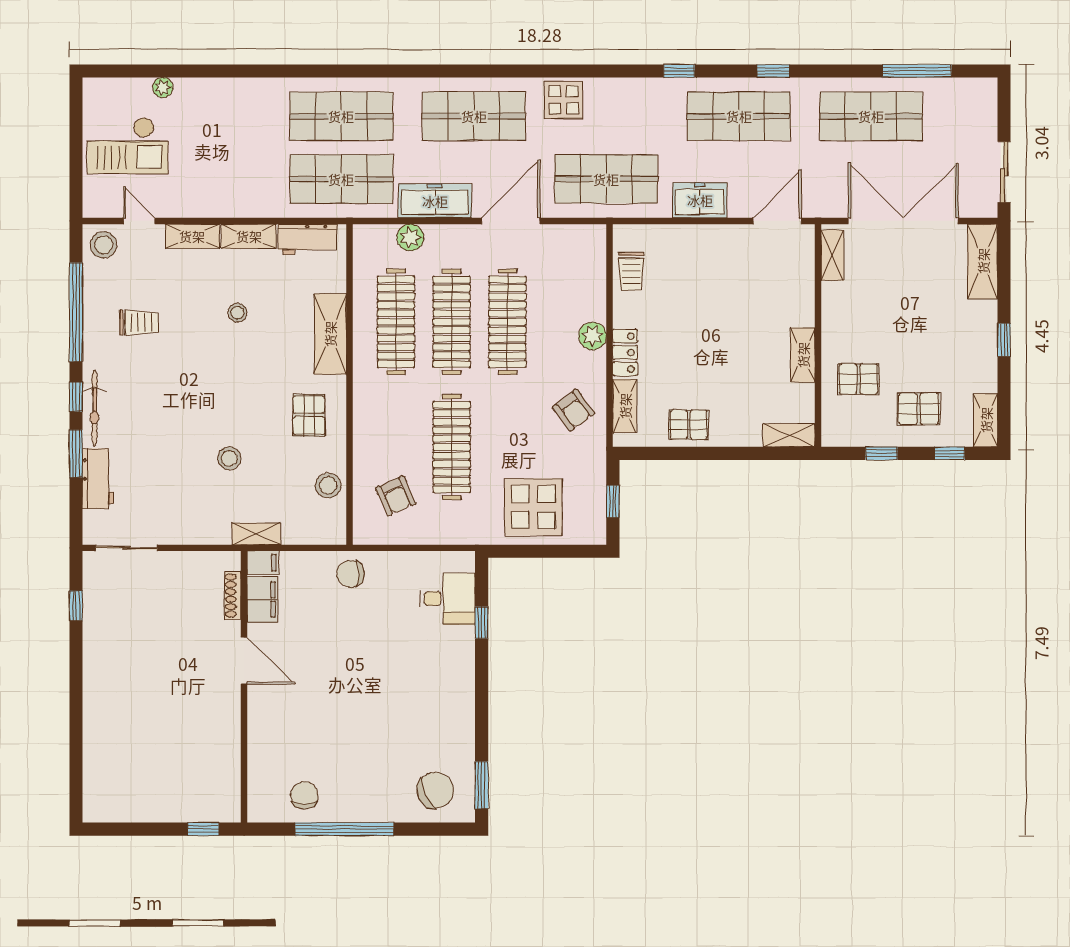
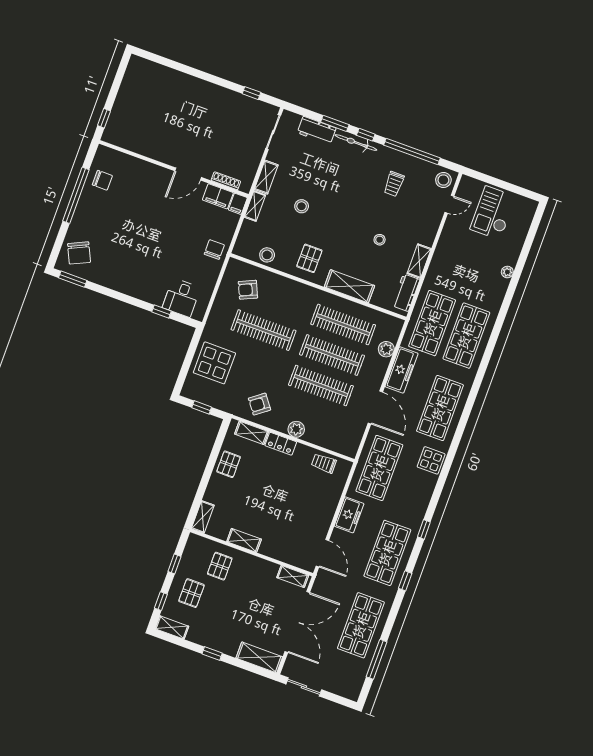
plant: (163, 88) -> (507, 272), moved
shelving: (192, 236) -> (266, 177), moved
pallet: (309, 415) -> (309, 258), turned 90

